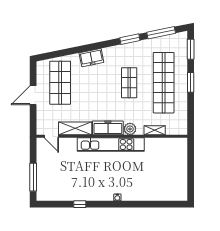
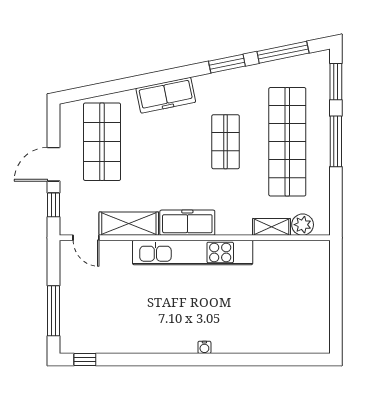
freezer: (91, 58) -> (166, 95), width x1.40
window: (191, 82) -> (336, 141), width x1.44
window: (33, 118) -> (53, 205), added
plant: (130, 129) -> (303, 225), moved
window: (80, 204) -> (85, 360), moved

